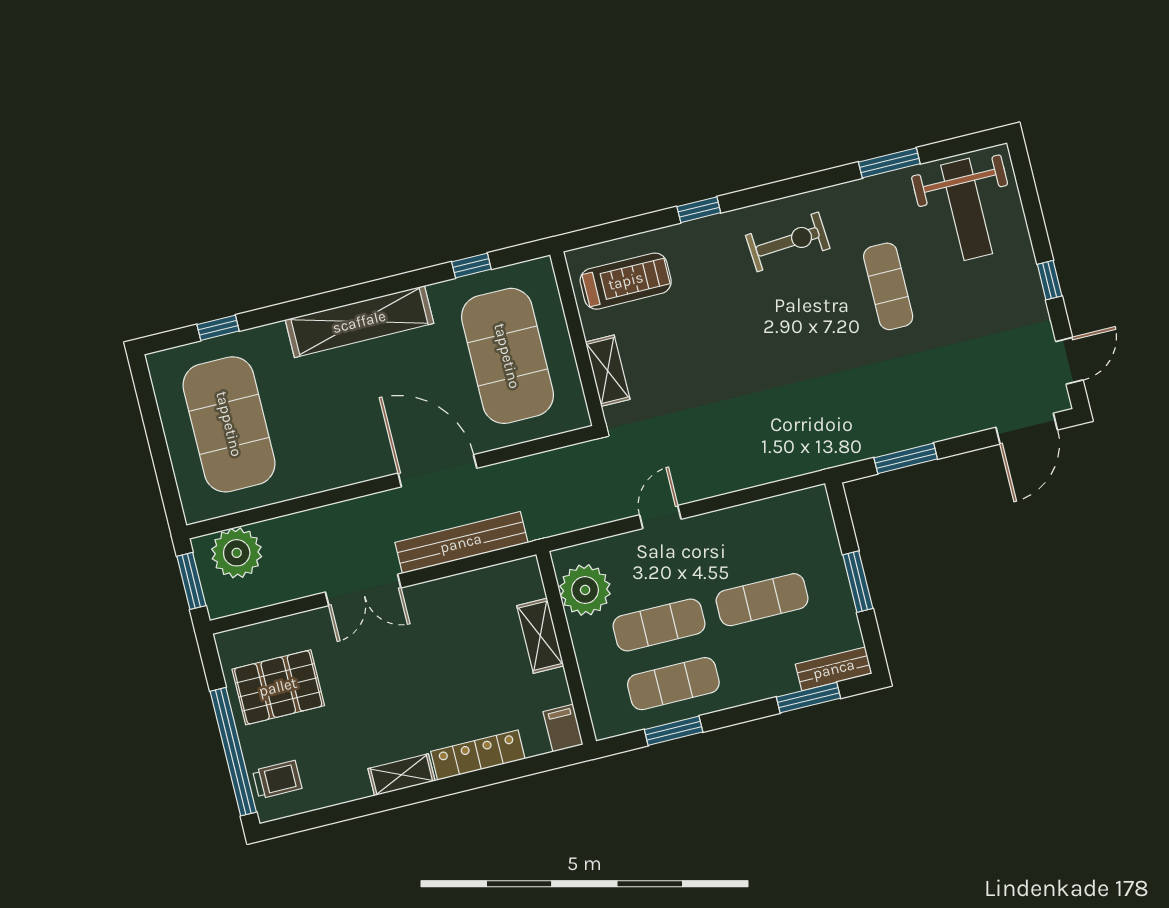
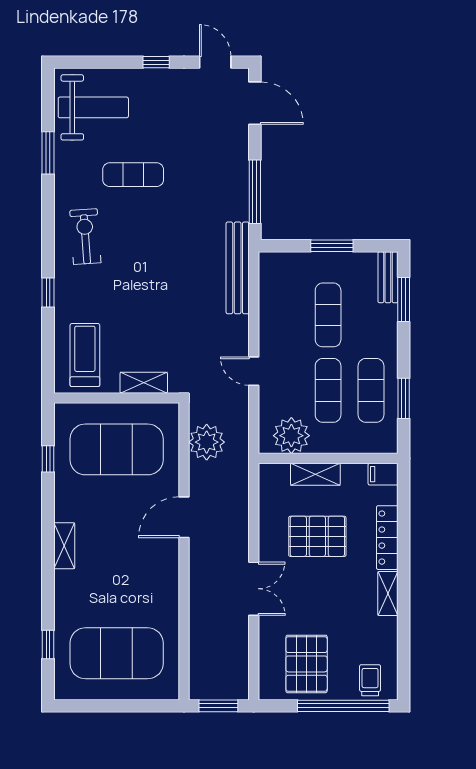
shelving: (359, 322) -> (64, 546), width x0.45, depth x0.75
window: (906, 458) -> (255, 192), width x1.44
door: (437, 471) -> (184, 517), width x0.73
bench: (461, 543) -> (238, 268), moved
plant: (237, 553) -> (207, 442), moved
pallet: (456, 659) -> (317, 536), added

